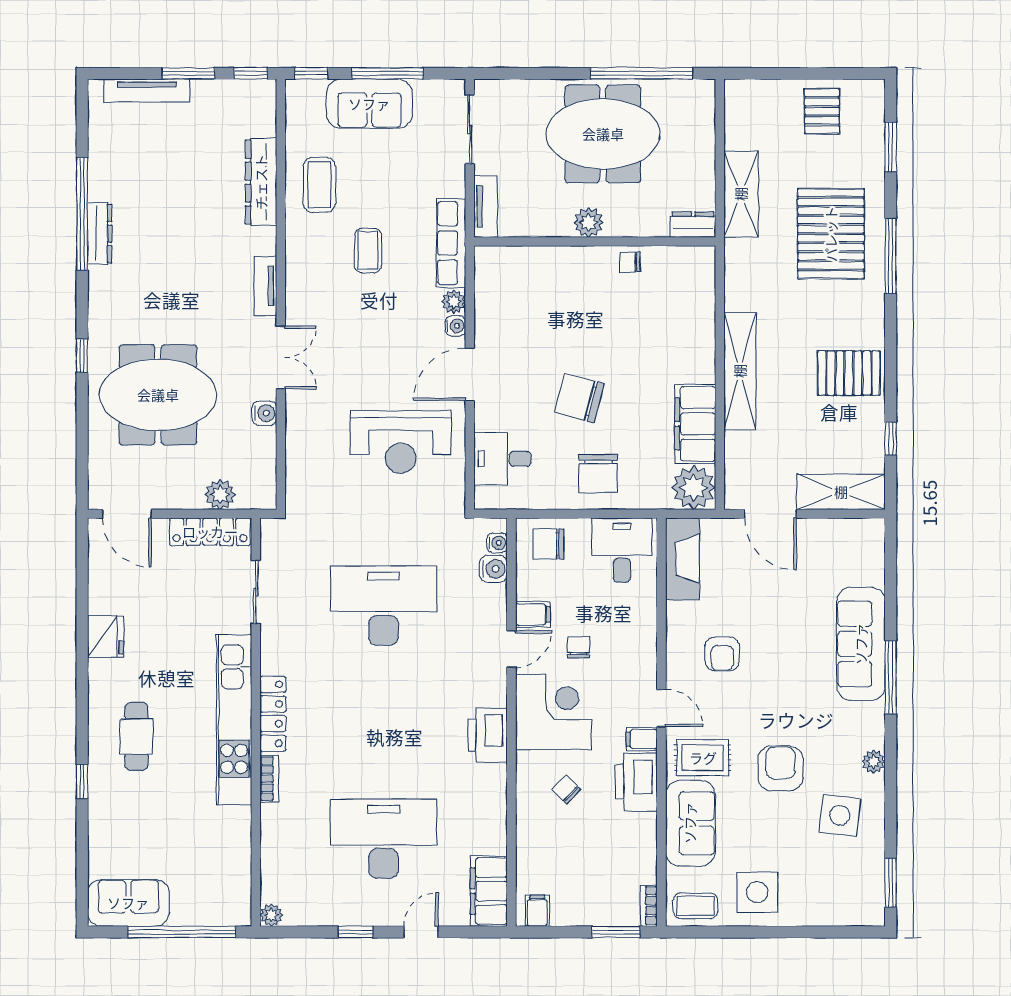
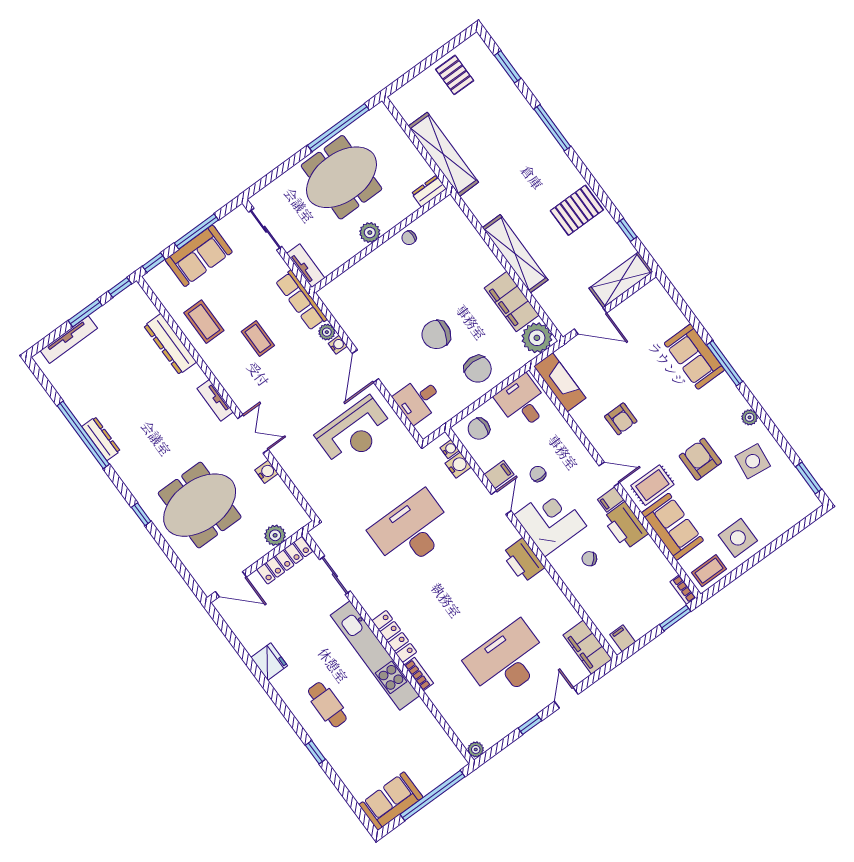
shelving: (741, 194) -> (443, 154), width x1.47
pallet: (831, 234) -> (510, 140), removed
sofa: (861, 644) -> (694, 357), width x0.73

